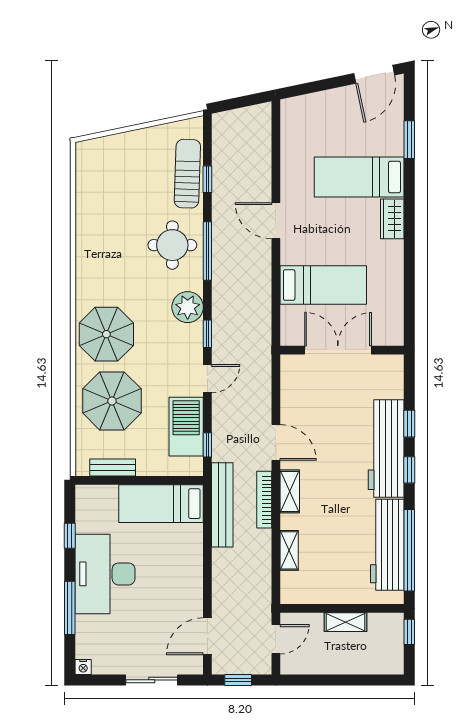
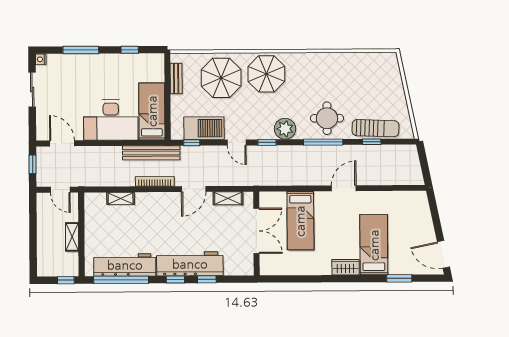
shelving: (290, 491) -> (228, 198), moved
desk: (105, 574) -> (111, 120), moved, turned 180
sliding door: (152, 680) -> (32, 90), moved

